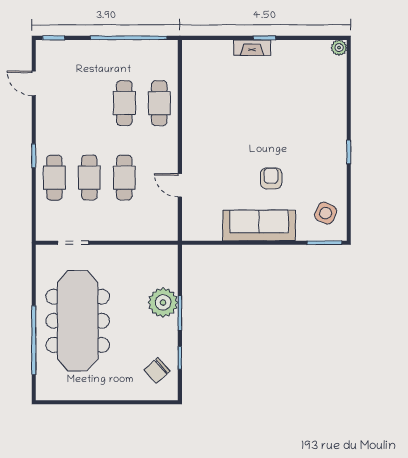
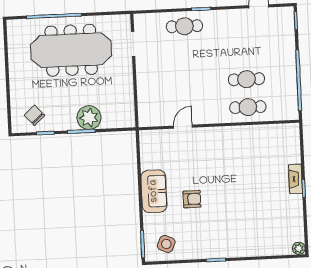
cafe table: (89, 178) -> (186, 54), removed
cafe table: (124, 178) -> (187, 82), removed
sofa: (259, 225) -> (154, 191), width x0.73

